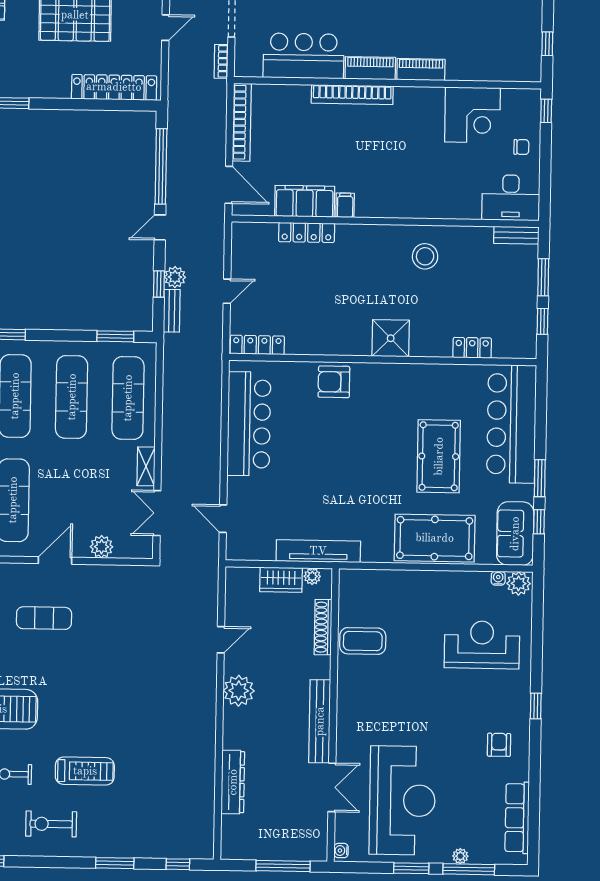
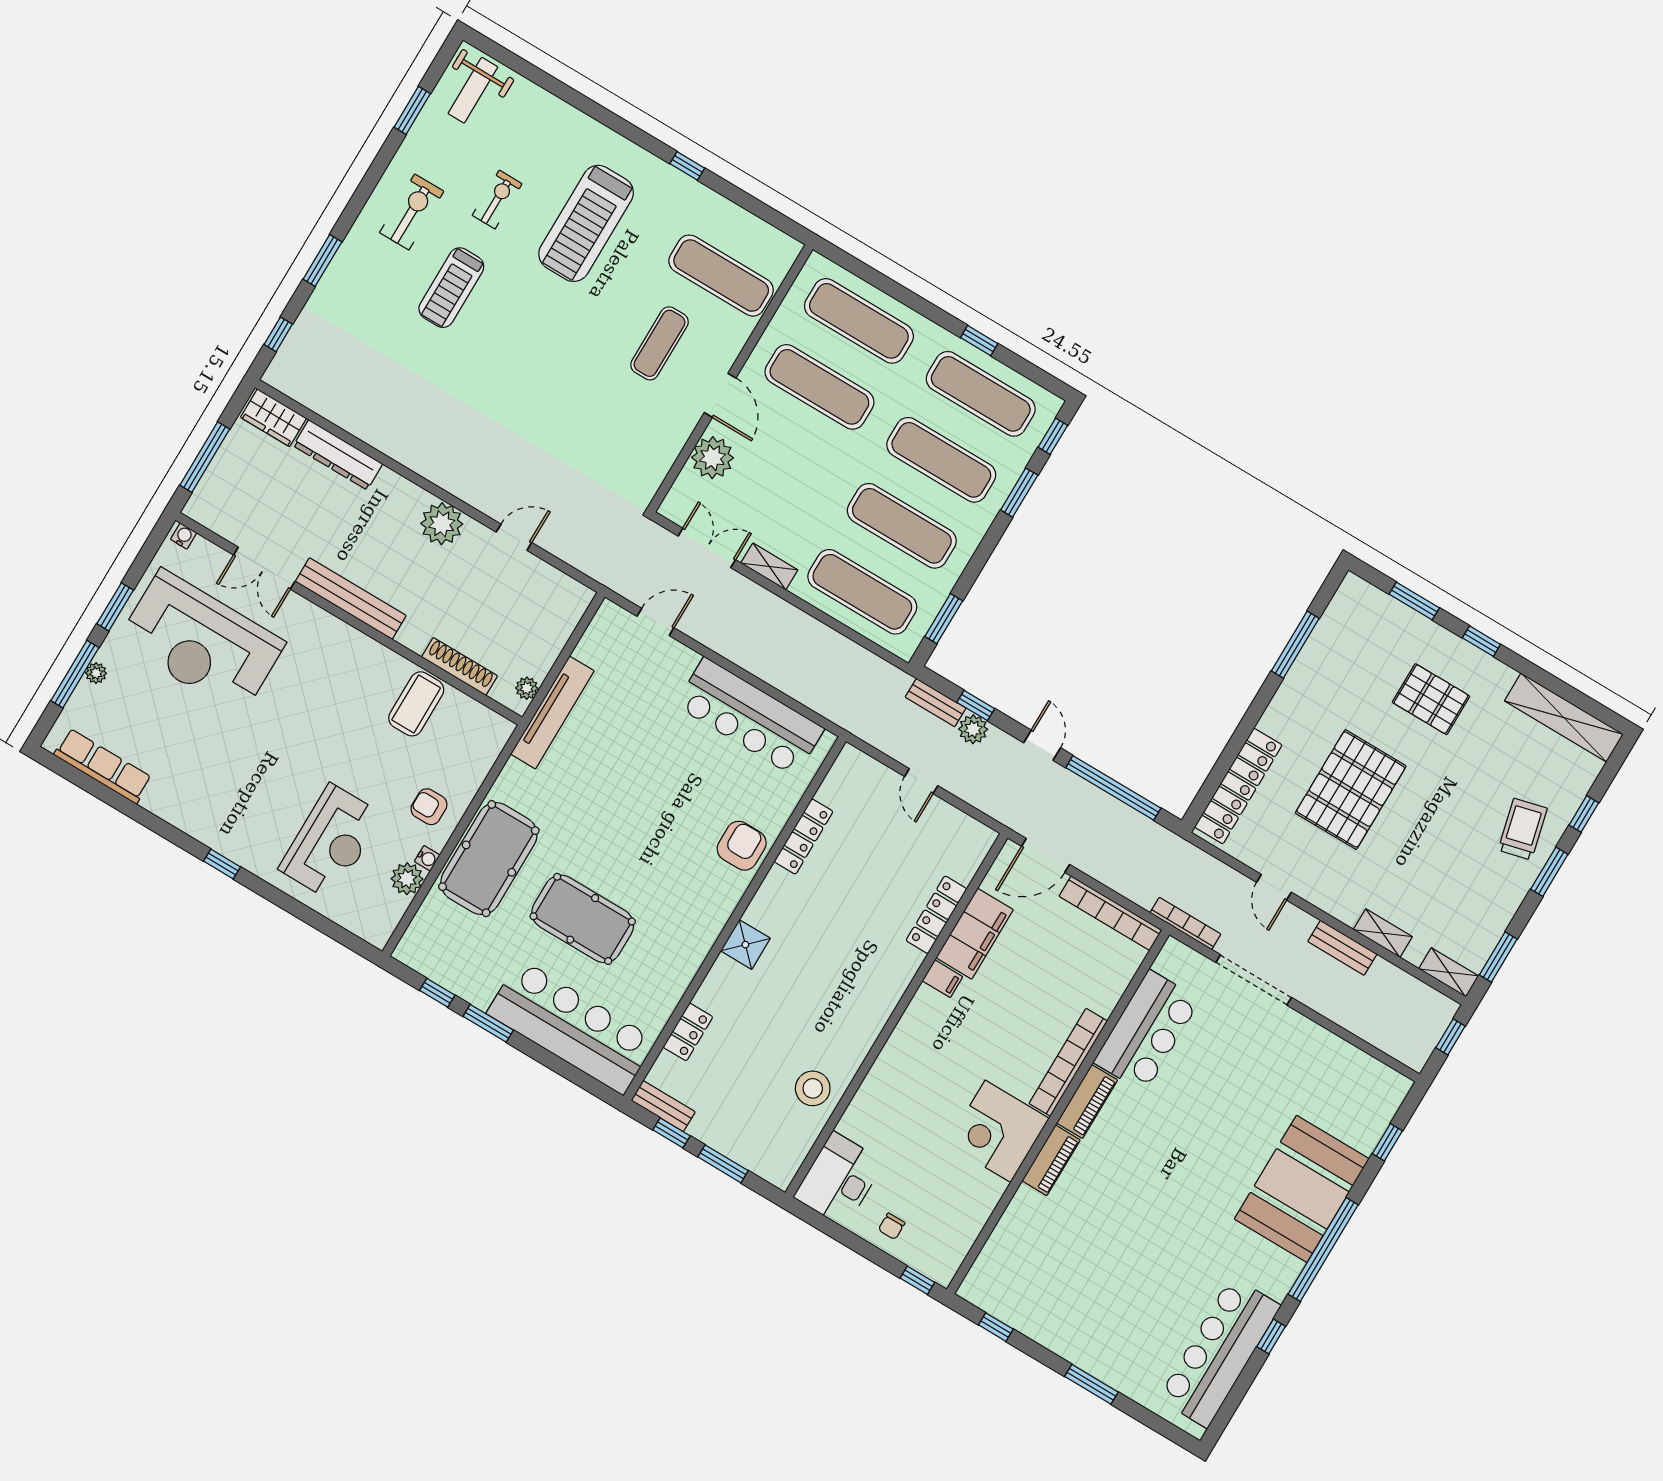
bookcase: (221, 61) -> (1185, 923), width x1.56
corner desk: (473, 115) -> (998, 1131), moved
bench: (516, 235) -> (663, 1106), moved, turned 90
stool: (425, 256) -> (813, 1088), moved
shower: (391, 338) -> (745, 945), width x0.73, depth x0.73
locker: (257, 345) -> (804, 836), moved
sofa: (515, 534) -> (439, 957), removed
plant: (102, 547) -> (712, 458), width x1.36, depth x1.36
water cooler: (498, 578) -> (427, 858), moved
wardrobe: (281, 580) -> (274, 418), moved, turned -90
plant: (519, 583) -> (407, 879), moved
door: (221, 640) -> (514, 537), swing flipped
armchair: (499, 745) -> (429, 807), moved, turned 180

